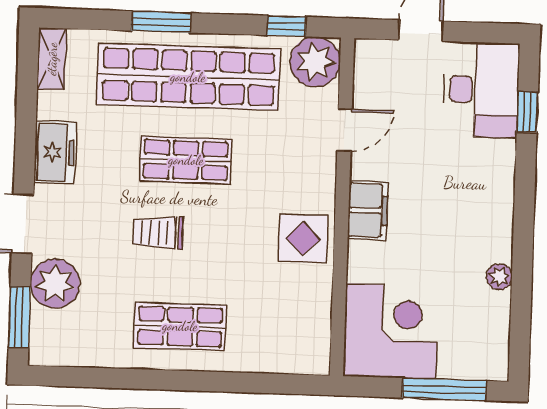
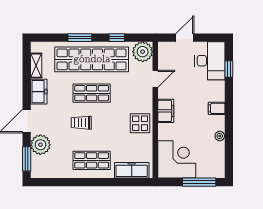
window: (286, 26) -> (117, 38), moved
shelving: (52, 59) -> (36, 66), moved
filing cabinet: (494, 208) -> (217, 108), added
freezer: (278, 354) -> (132, 170), added

